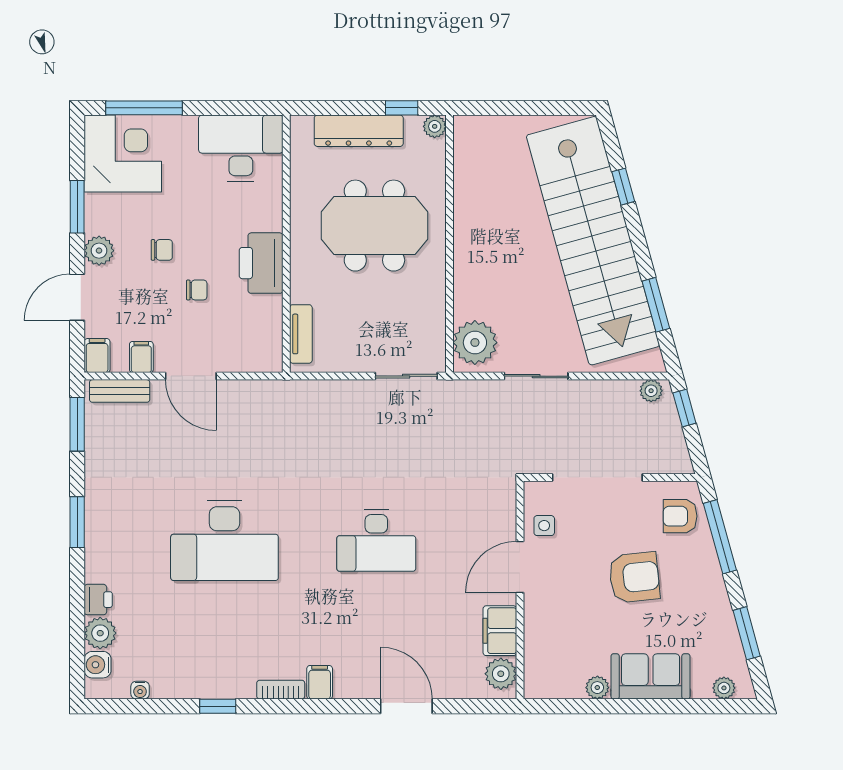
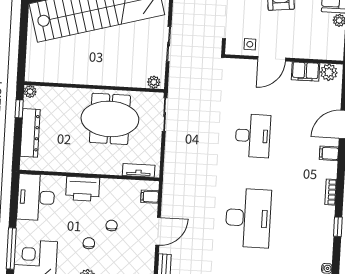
meeting table: (374, 226) -> (110, 119), moved, turned 90
printer: (261, 263) -> (83, 189), moved
plant: (475, 343) -> (154, 82), width x0.53, depth x0.53
filing cabinet: (141, 357) -> (150, 197), moved
door: (520, 567) -> (272, 59), hinge flipped
filing cabinet: (320, 682) -> (329, 153), moved

